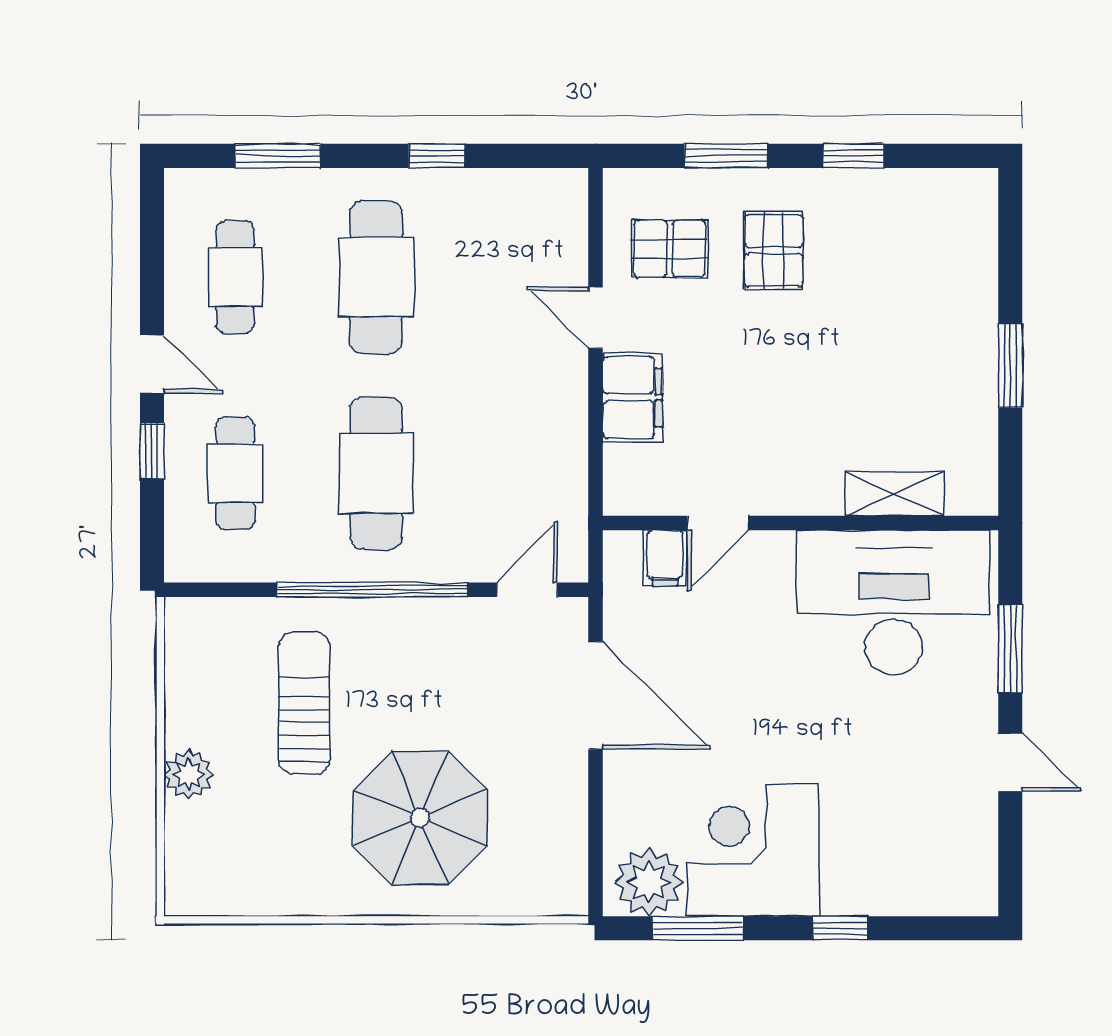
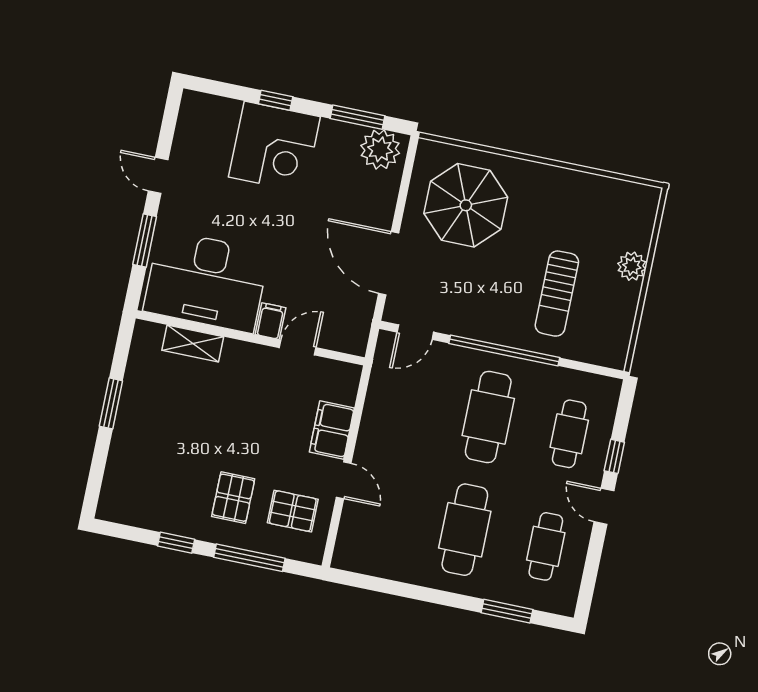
window: (437, 156) -> (416, 592), removed
window: (726, 156) -> (249, 558), width x1.44
filing cabinet: (665, 558) -> (271, 321), moved
parasol: (420, 818) -> (466, 205), moved
corner desk: (753, 850) -> (274, 147), moved

